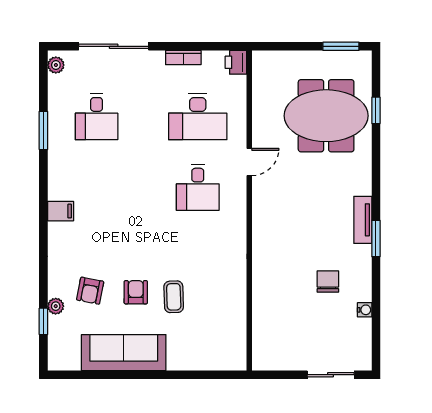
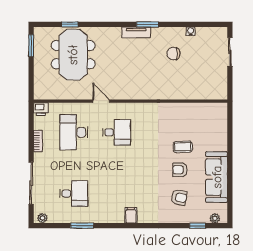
desk: (198, 117) -> (74, 132), turned 180
plant: (56, 306) -> (215, 218), moved

